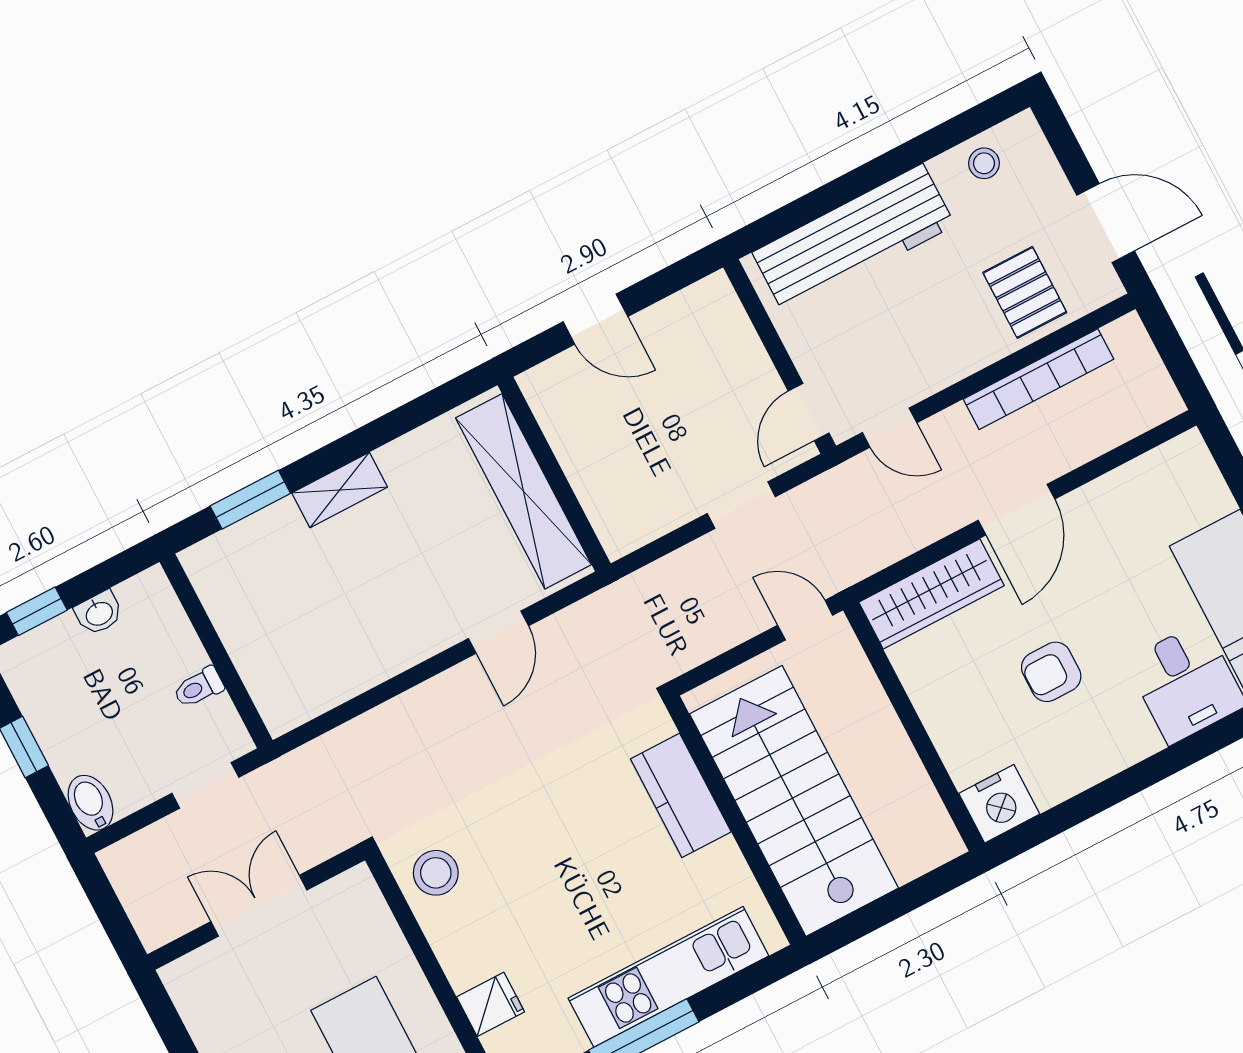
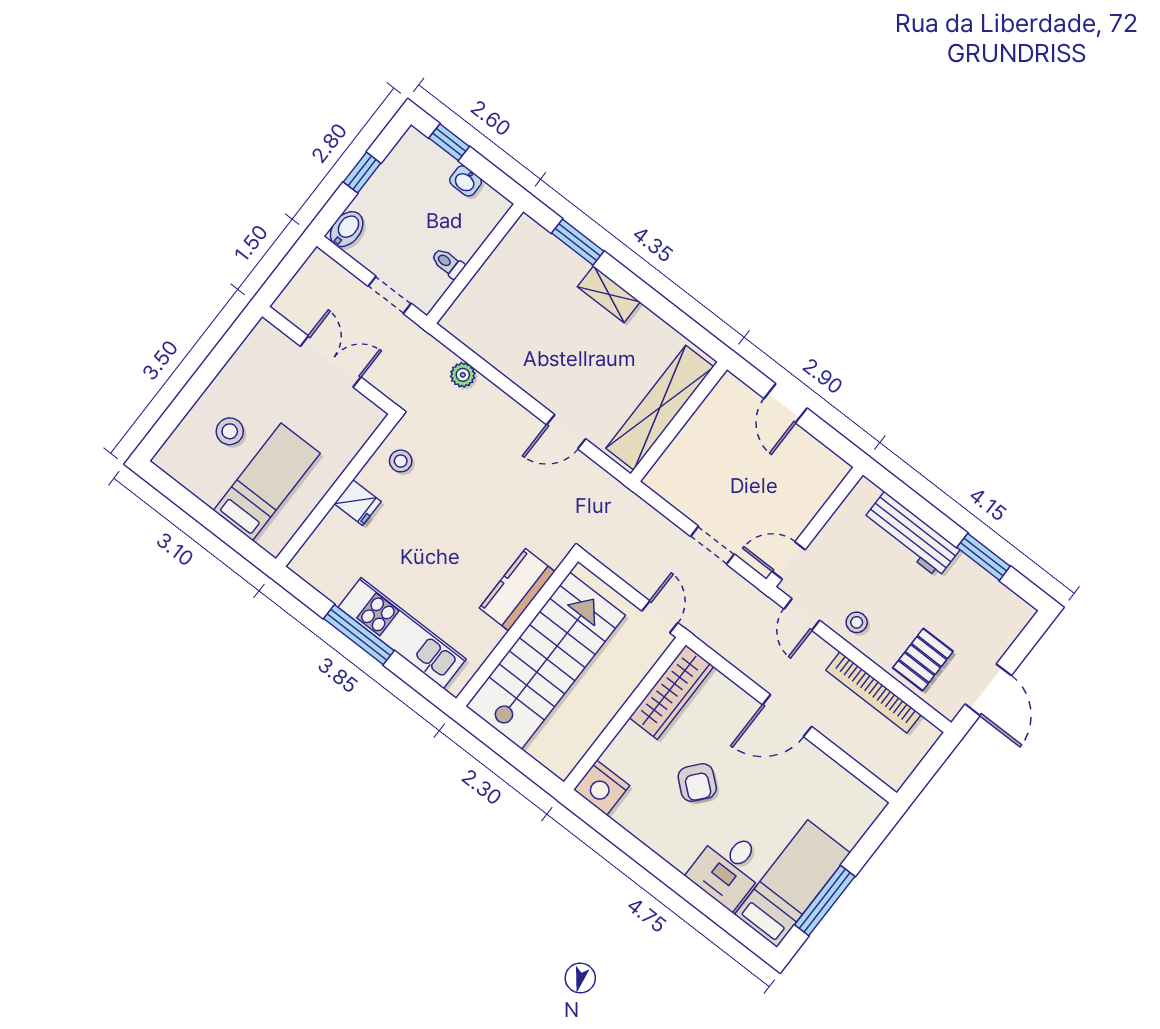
window: (924, 147) -> (984, 557), added
stool: (984, 163) -> (857, 622), moved
workbench: (854, 239) -> (911, 535), width x0.73, depth x0.76
wardrobe: (931, 594) -> (672, 692), moved, turned -90
armchair: (1051, 672) -> (697, 783), turned -140
plant: (358, 736) -> (463, 375), added
stool: (436, 873) -> (401, 461), width x0.73, depth x0.73
fridge: (490, 1004) -> (358, 503), moved

